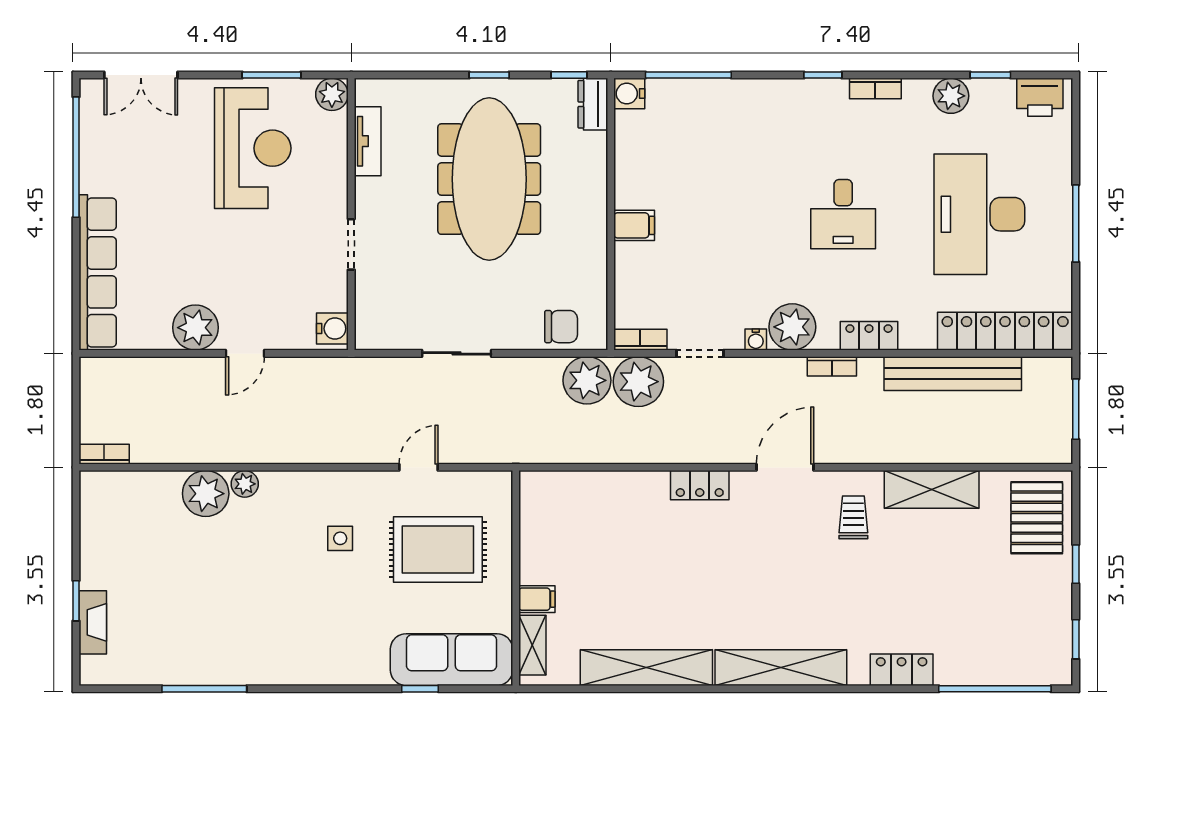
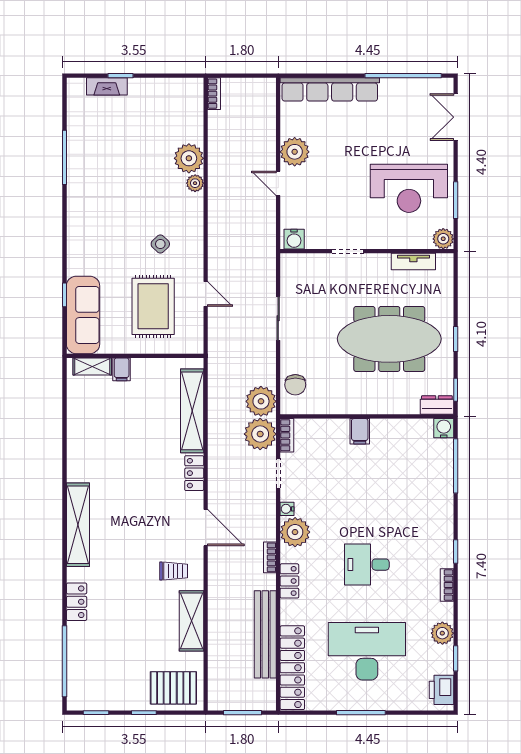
side table: (340, 538) -> (160, 244), turned 45
shelving: (646, 668) -> (192, 411), moved

